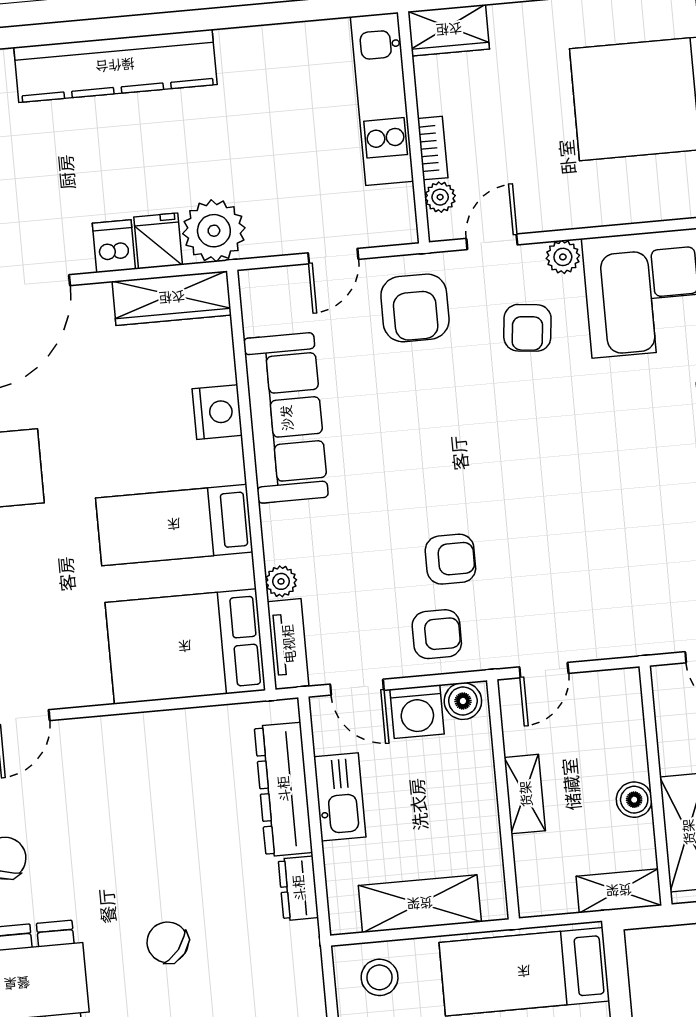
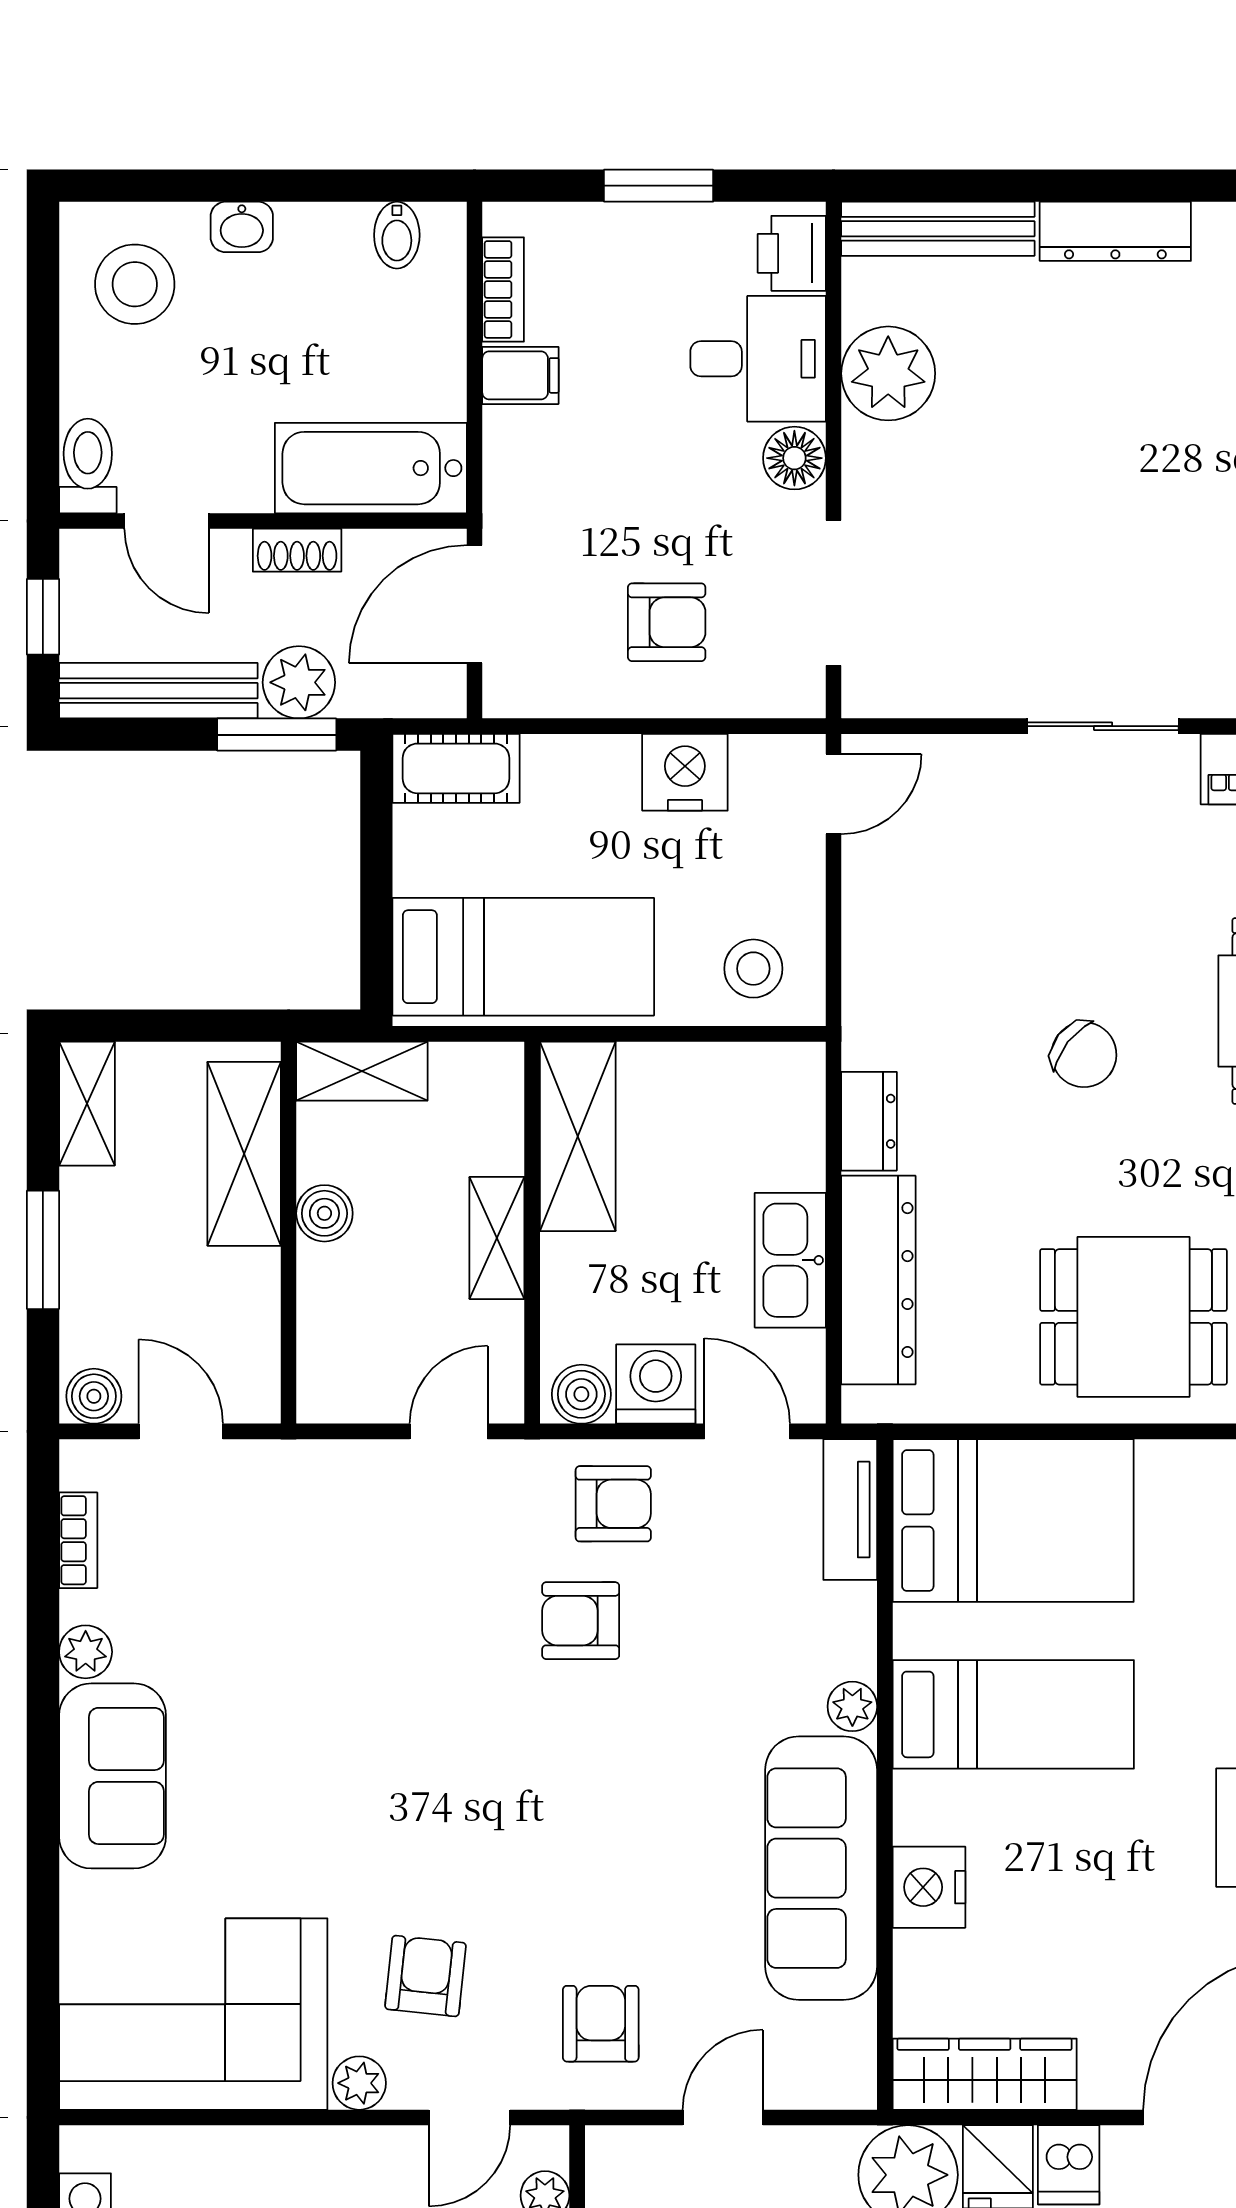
armchair: (415, 308) -> (601, 2024), width x0.72, depth x0.72
plant: (281, 581) -> (852, 1706), moved
armchair: (437, 634) -> (613, 1504), turned 180
dining table: (122, 781) -> (1133, 1317), added
shelving: (420, 904) -> (578, 1136), moved, turned 90

